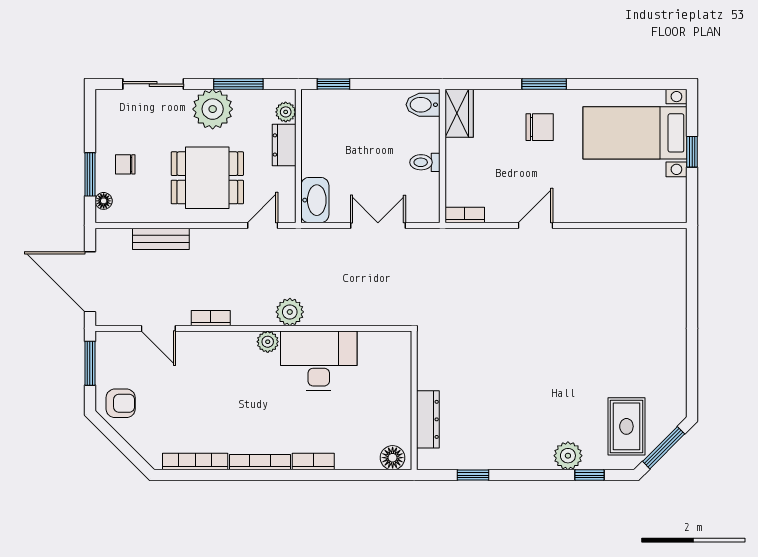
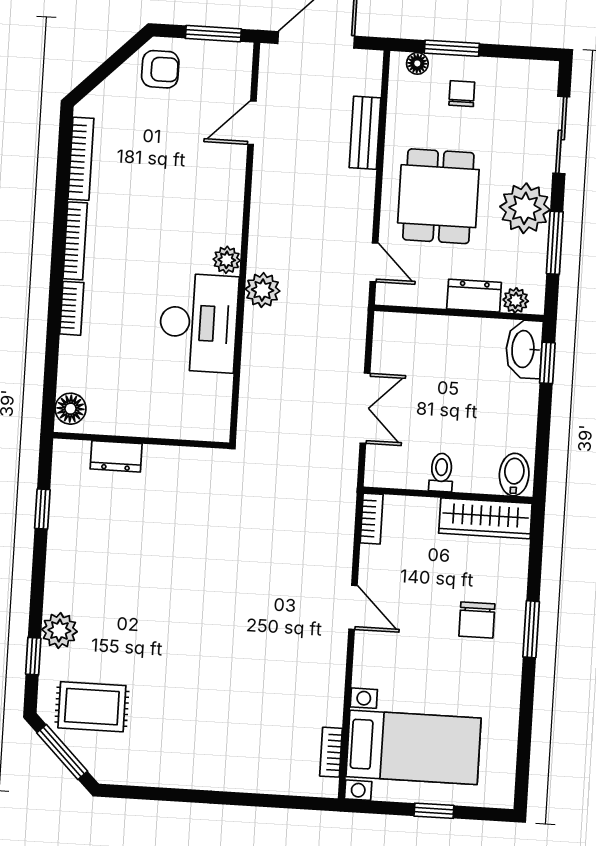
wardrobe: (459, 113) -> (485, 518), width x1.50
bed with nightstands: (635, 133) -> (413, 747), moved, turned 90
washbasin: (315, 200) -> (524, 349), moved, turned 90
bookcase: (211, 318) -> (331, 752), moved, turned 180
armchair: (121, 403) -> (160, 69), turned -90
dresser: (428, 419) -> (116, 456), width x0.70

